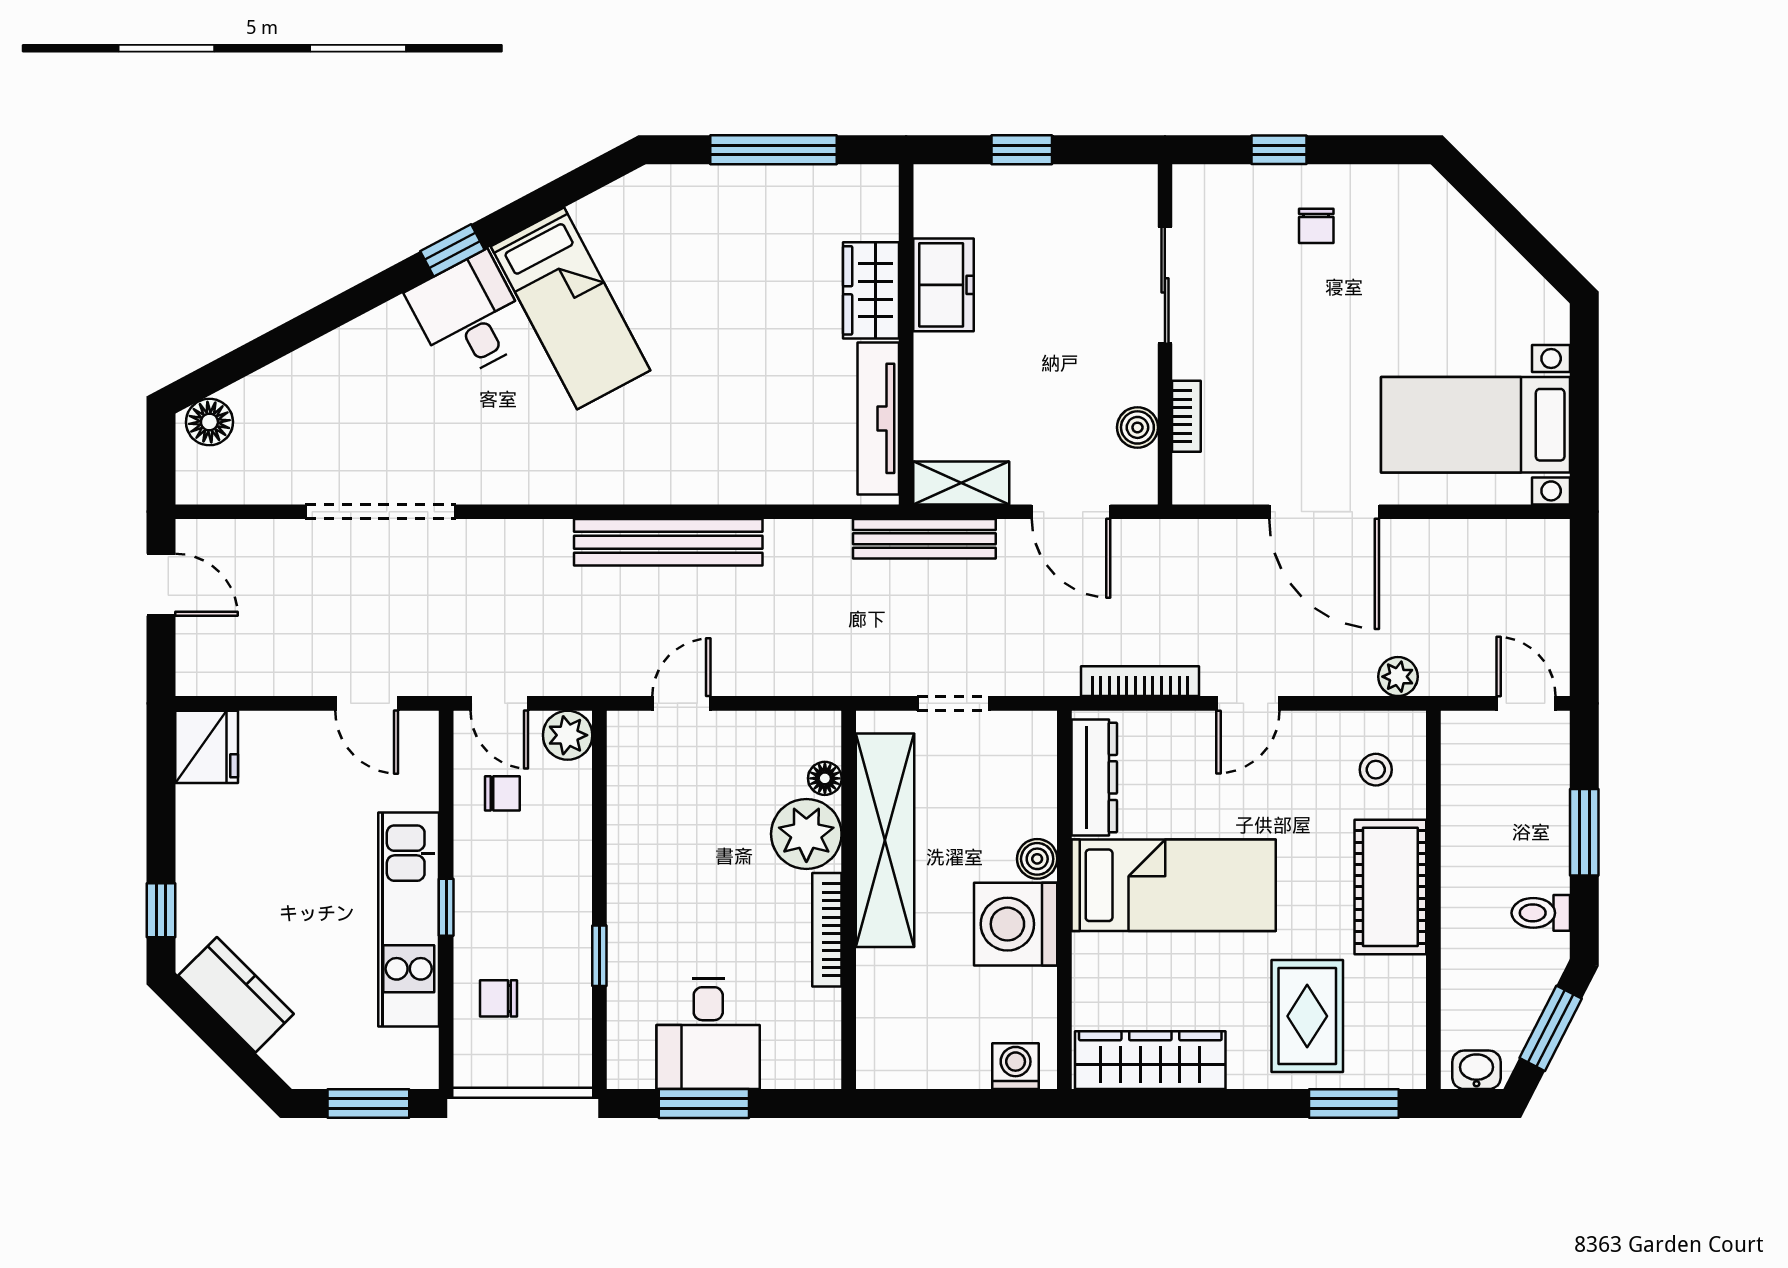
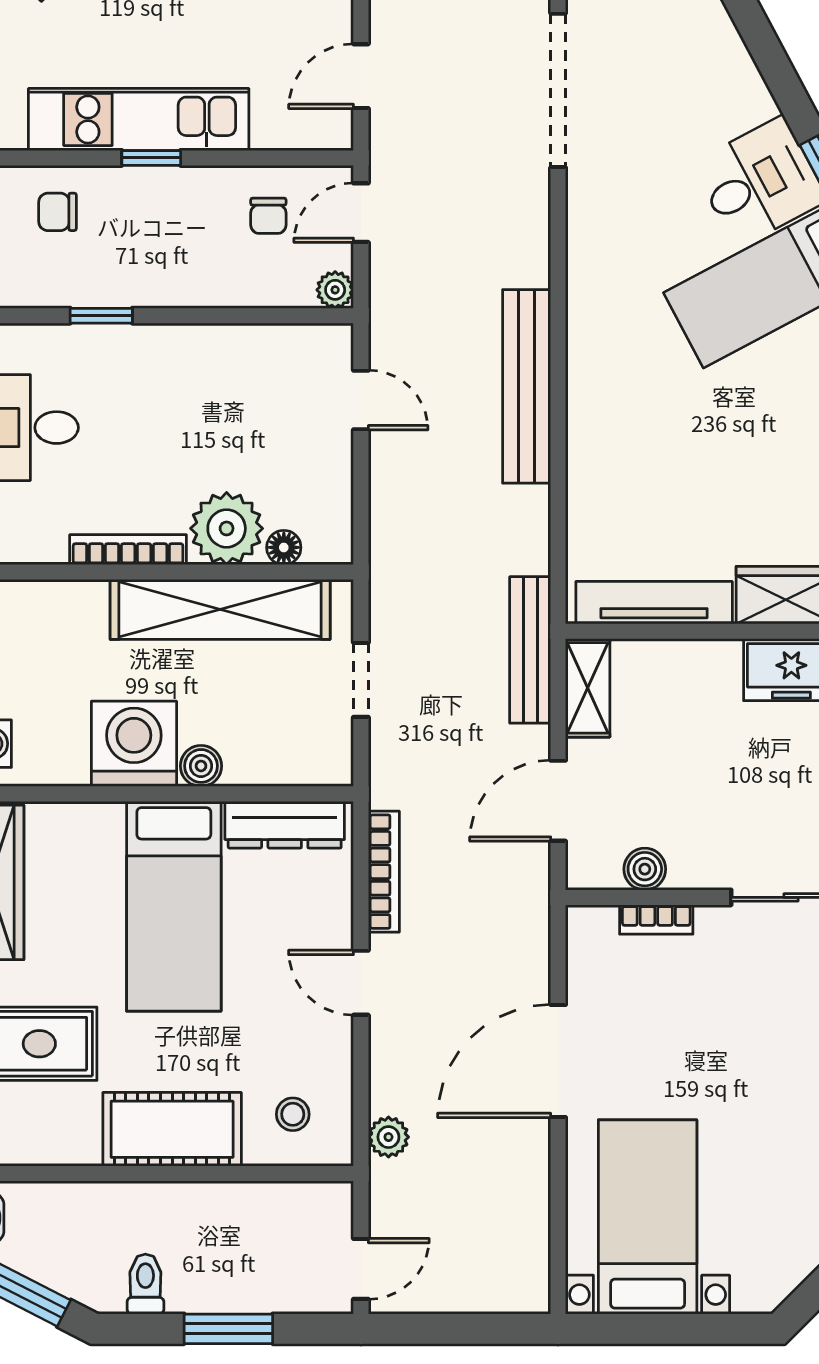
plant: (568, 735) -> (335, 290), width x0.73, depth x0.73
chair: (499, 998) -> (57, 212), turned -90

